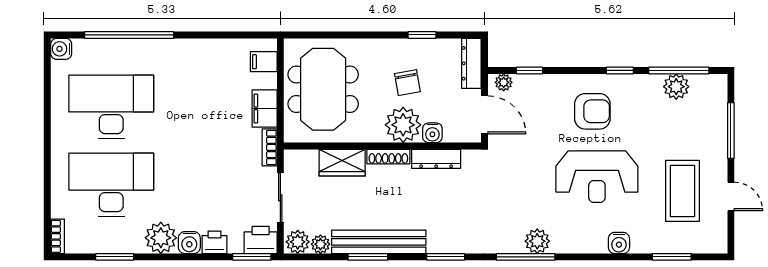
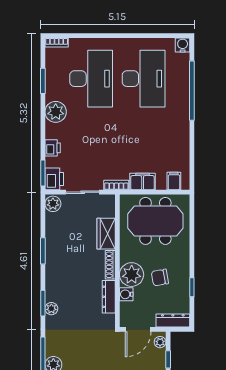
bench: (379, 242) -> (53, 258), removed
water cooler: (189, 243) -> (52, 131), removed
plant: (320, 244) -> (51, 309), moved

